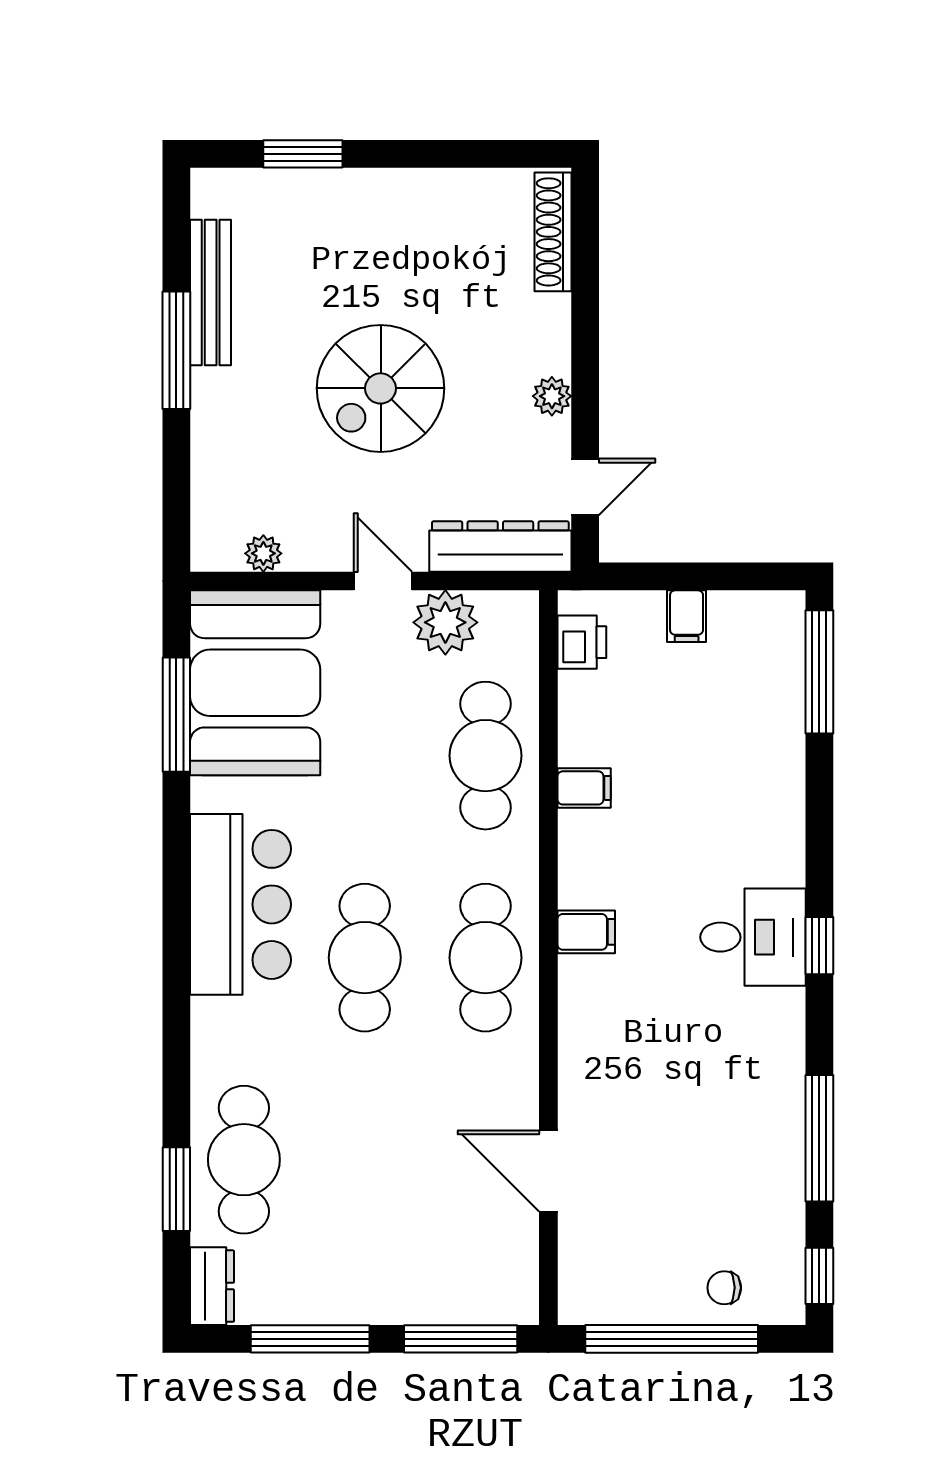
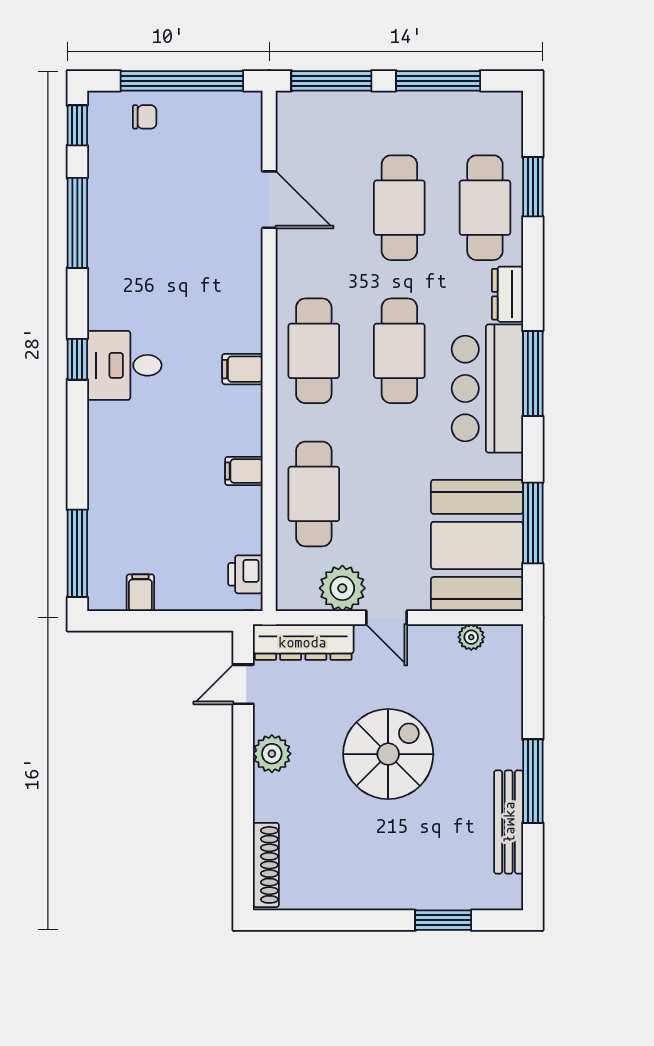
plant: (552, 396) -> (272, 754), width x1.38, depth x1.38
filing cabinet: (687, 616) -> (140, 593), moved
window: (176, 926) -> (533, 374), added
cafe table: (365, 1160) -> (399, 208), added
dresser: (212, 1286) -> (507, 294), moved

